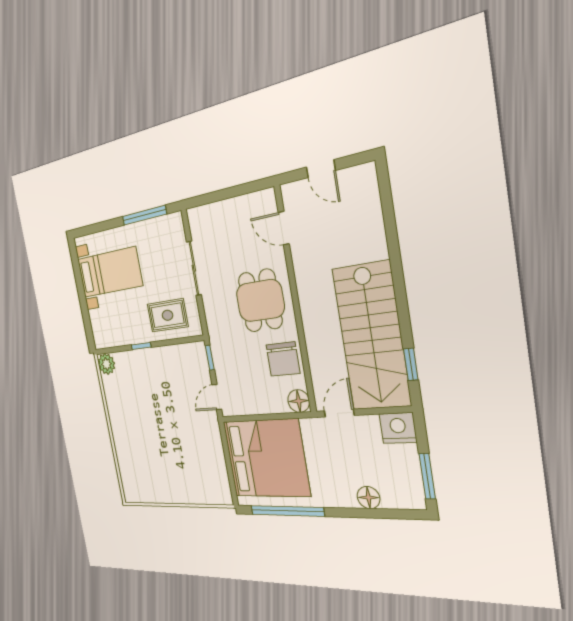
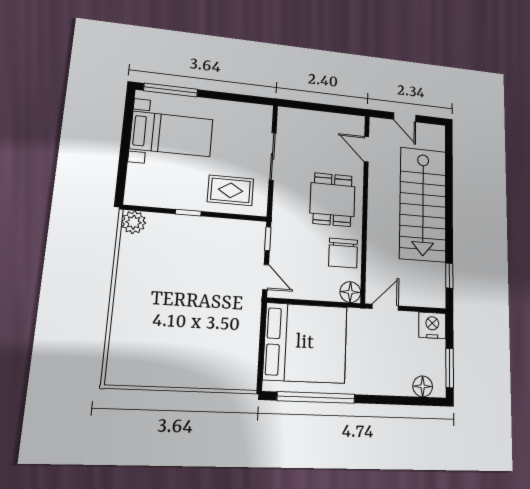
window: (144, 215) -> (171, 90), moved
stairs: (371, 337) -> (423, 204), moved
door: (217, 397) -> (266, 277), swing flipped
floor lamp: (368, 498) -> (423, 386), moved

